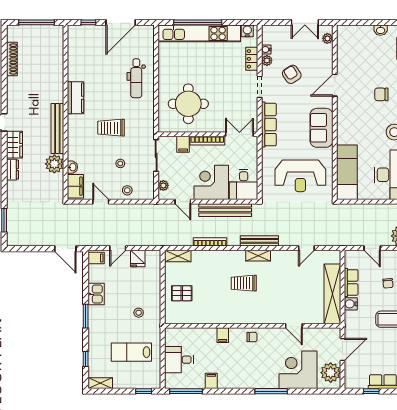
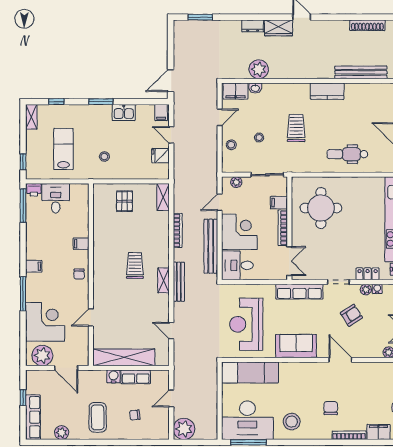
bench: (57, 129) -> (361, 72), moved
printer: (171, 381) -> (34, 190), added
filing cabinet: (211, 381) -> (34, 266), moved

